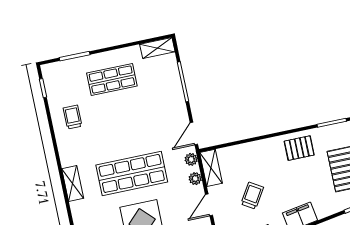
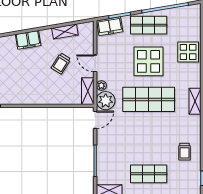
pallet: (299, 148) -> (18, 92), removed
plant: (191, 159) -> (106, 101), width x1.87, depth x1.87
door: (209, 205) -> (95, 63), swing flipped

